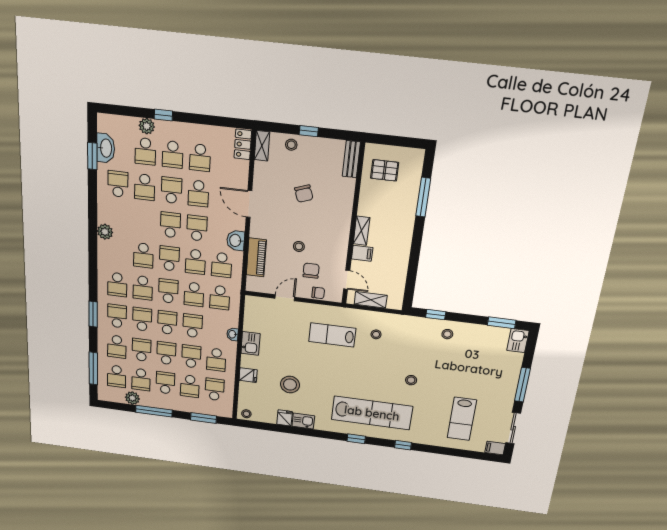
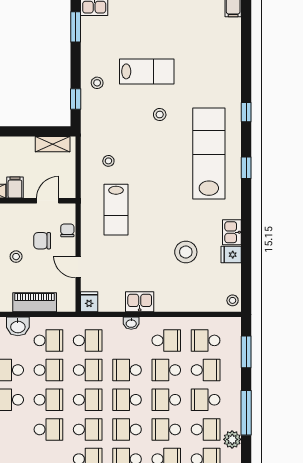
school desk: (169, 259) -> (48, 400), turned 180
school desk: (168, 291) -> (88, 400), turned 180
shelving: (371, 300) -> (53, 144), moved, turned 90
fridge: (248, 375) -> (89, 302), moved
lab bench: (462, 419) -> (147, 71), moved

